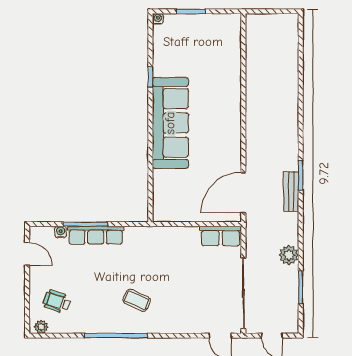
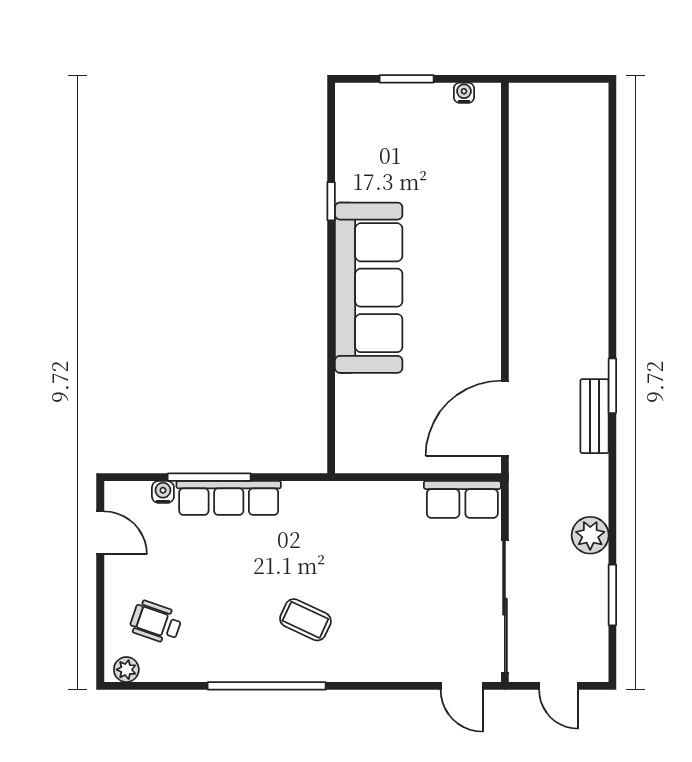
water cooler: (158, 19) -> (464, 93), moved

